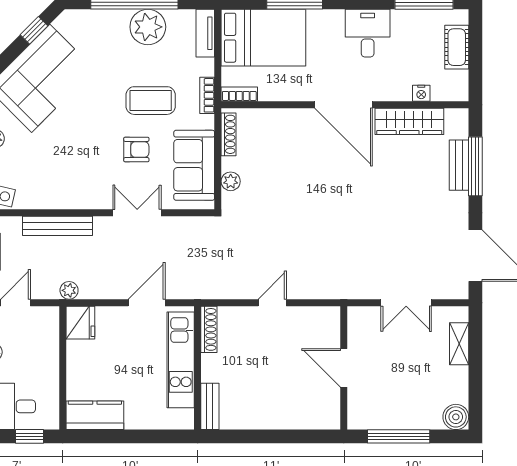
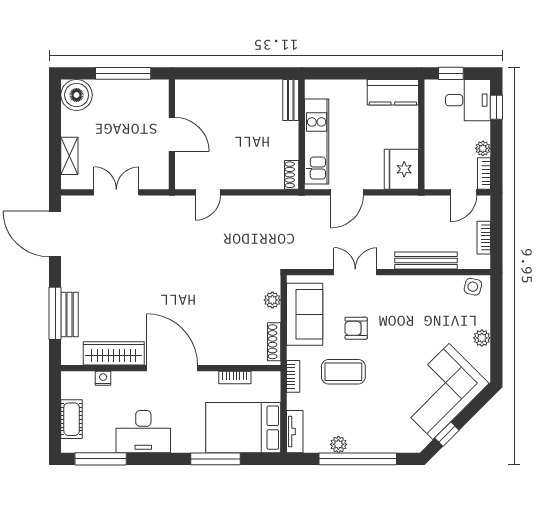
plant: (148, 27) -> (338, 444), width x0.53, depth x0.53
desk: (368, 33) -> (143, 432), width x1.37
bookcase: (239, 94) -> (235, 377), moved
double door: (137, 213) -> (355, 272), swing flipped
plant: (69, 290) -> (416, 203), removed
door: (272, 303) -> (208, 192), moved
fridge: (80, 323) -> (401, 169), width x1.36, depth x1.34
shoe rack: (209, 329) -> (292, 175), width x0.70
boiler: (456, 417) -> (77, 95), width x1.37, depth x1.37

